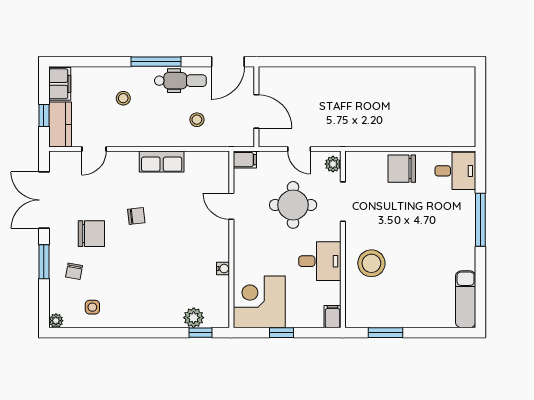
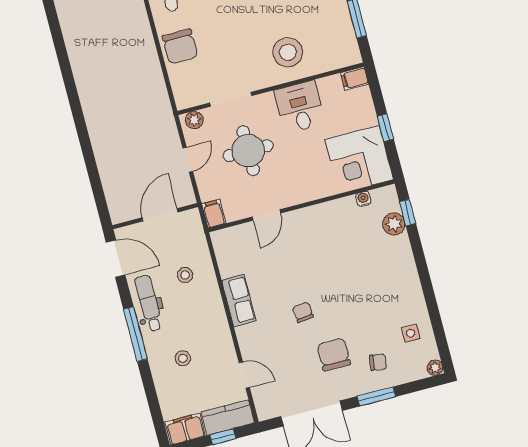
water cooler: (223, 269) -> (363, 199), moved

